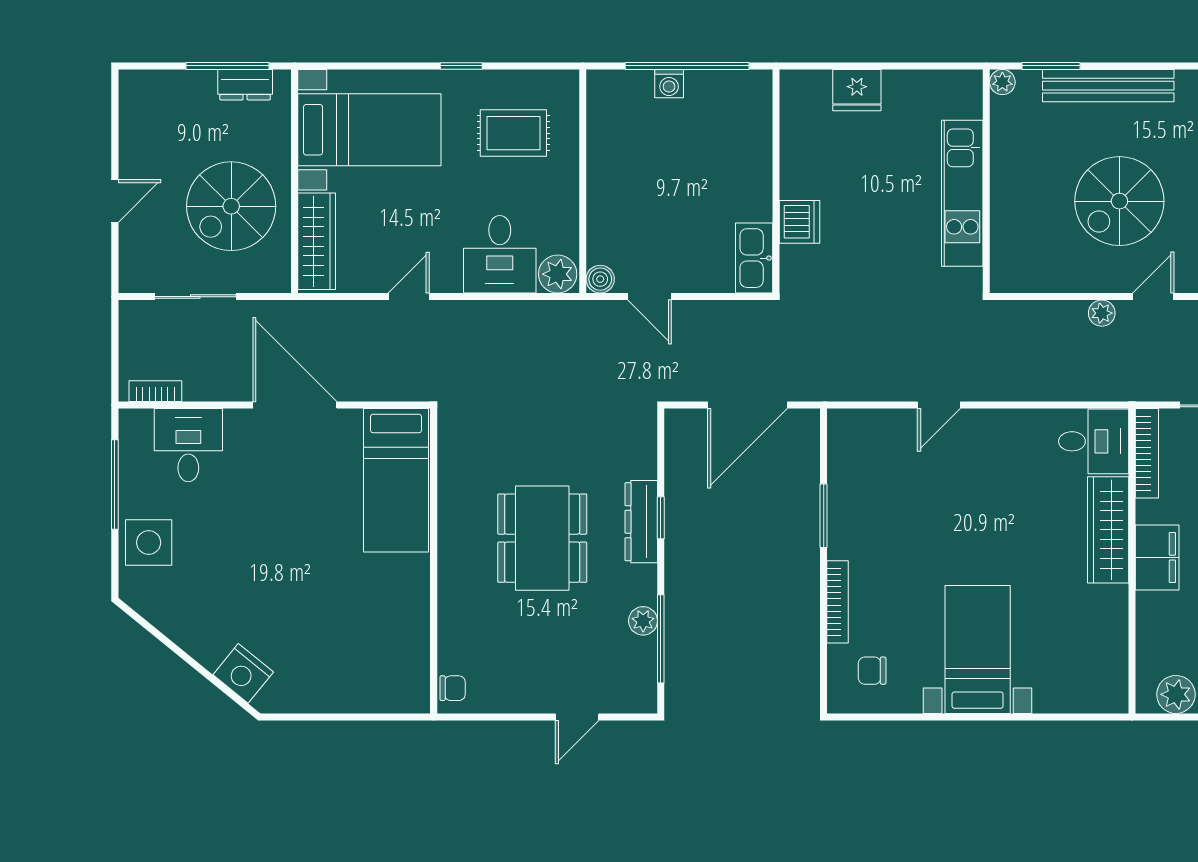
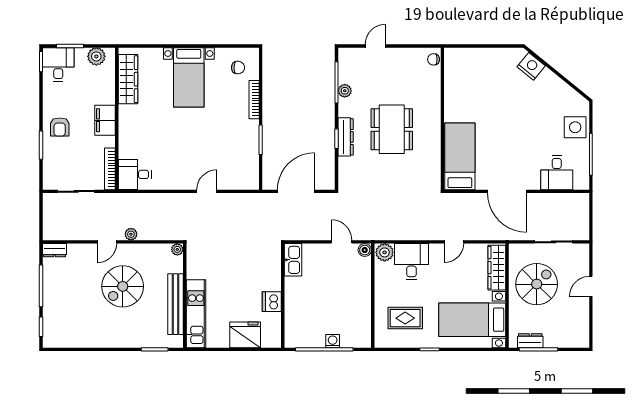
plant: (1002, 82) -> (177, 249), moved
bench: (1108, 86) -> (176, 304), moved, turned 90
fridge: (857, 90) -> (245, 335), width x1.36, depth x1.34
kitchen unit: (962, 193) -> (196, 314), moved
spiral stairs: (1119, 201) -> (123, 286), turned 180
dishwasher: (800, 222) -> (272, 302), moved
bookcase: (155, 391) -> (572, 198), removed
wardrobe: (1108, 530) -> (128, 79), moved

